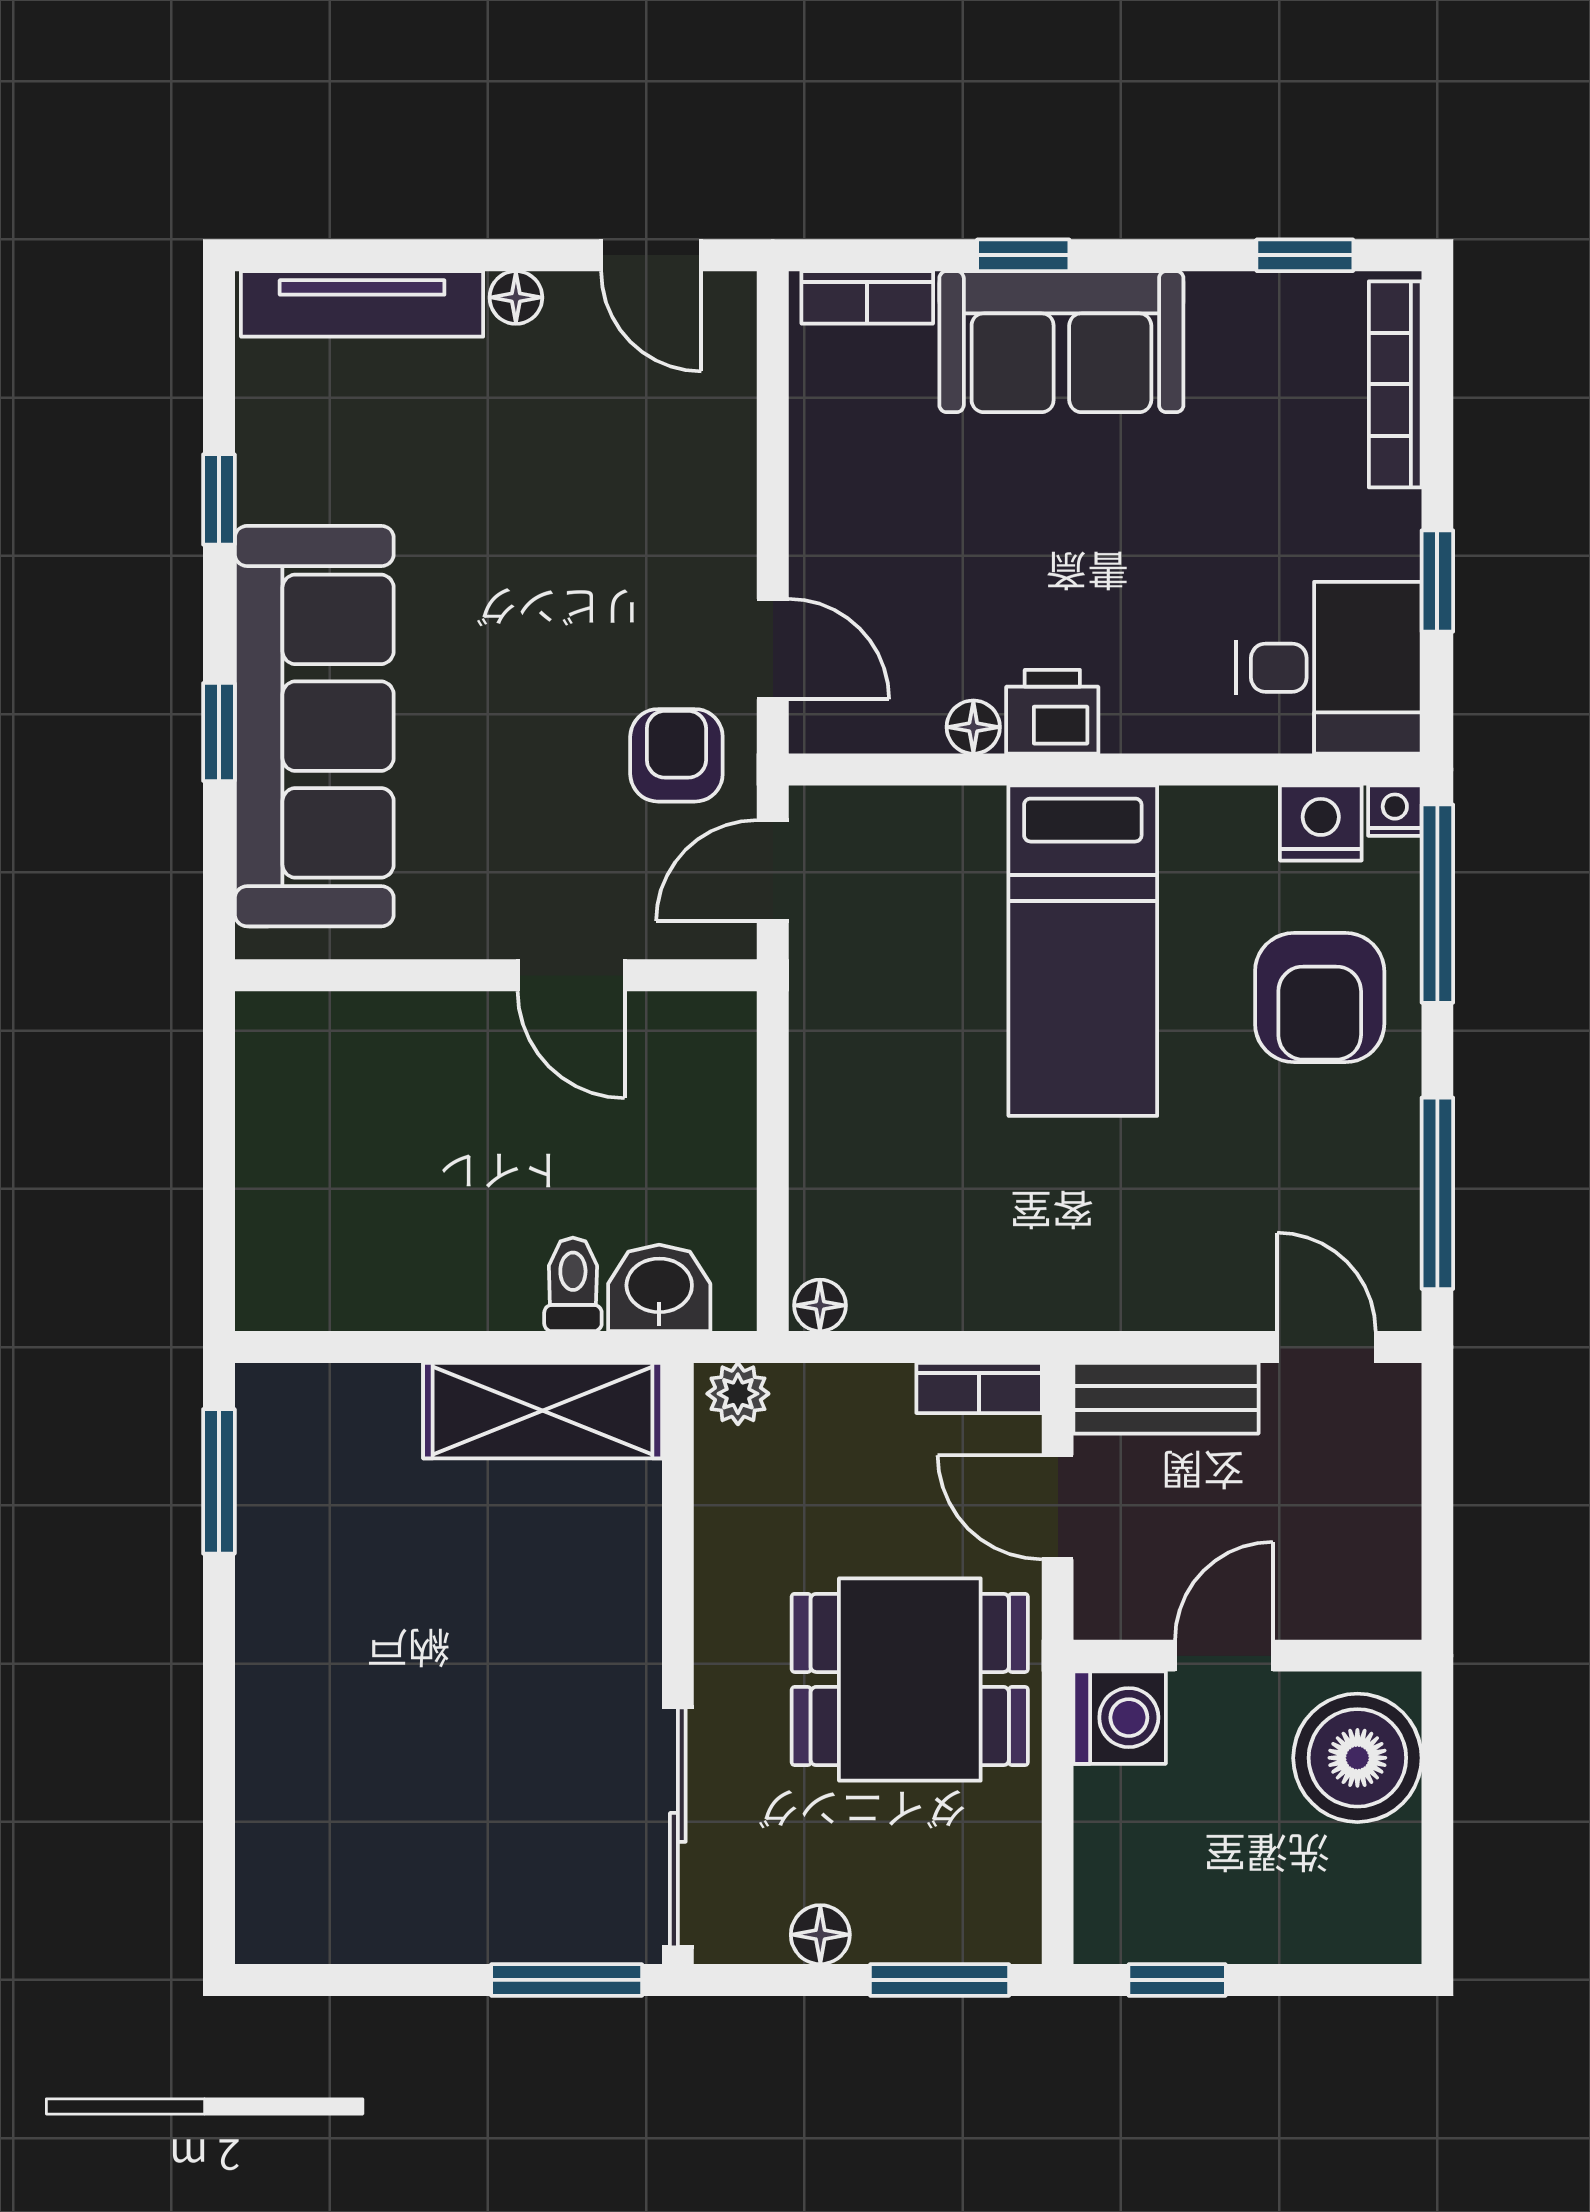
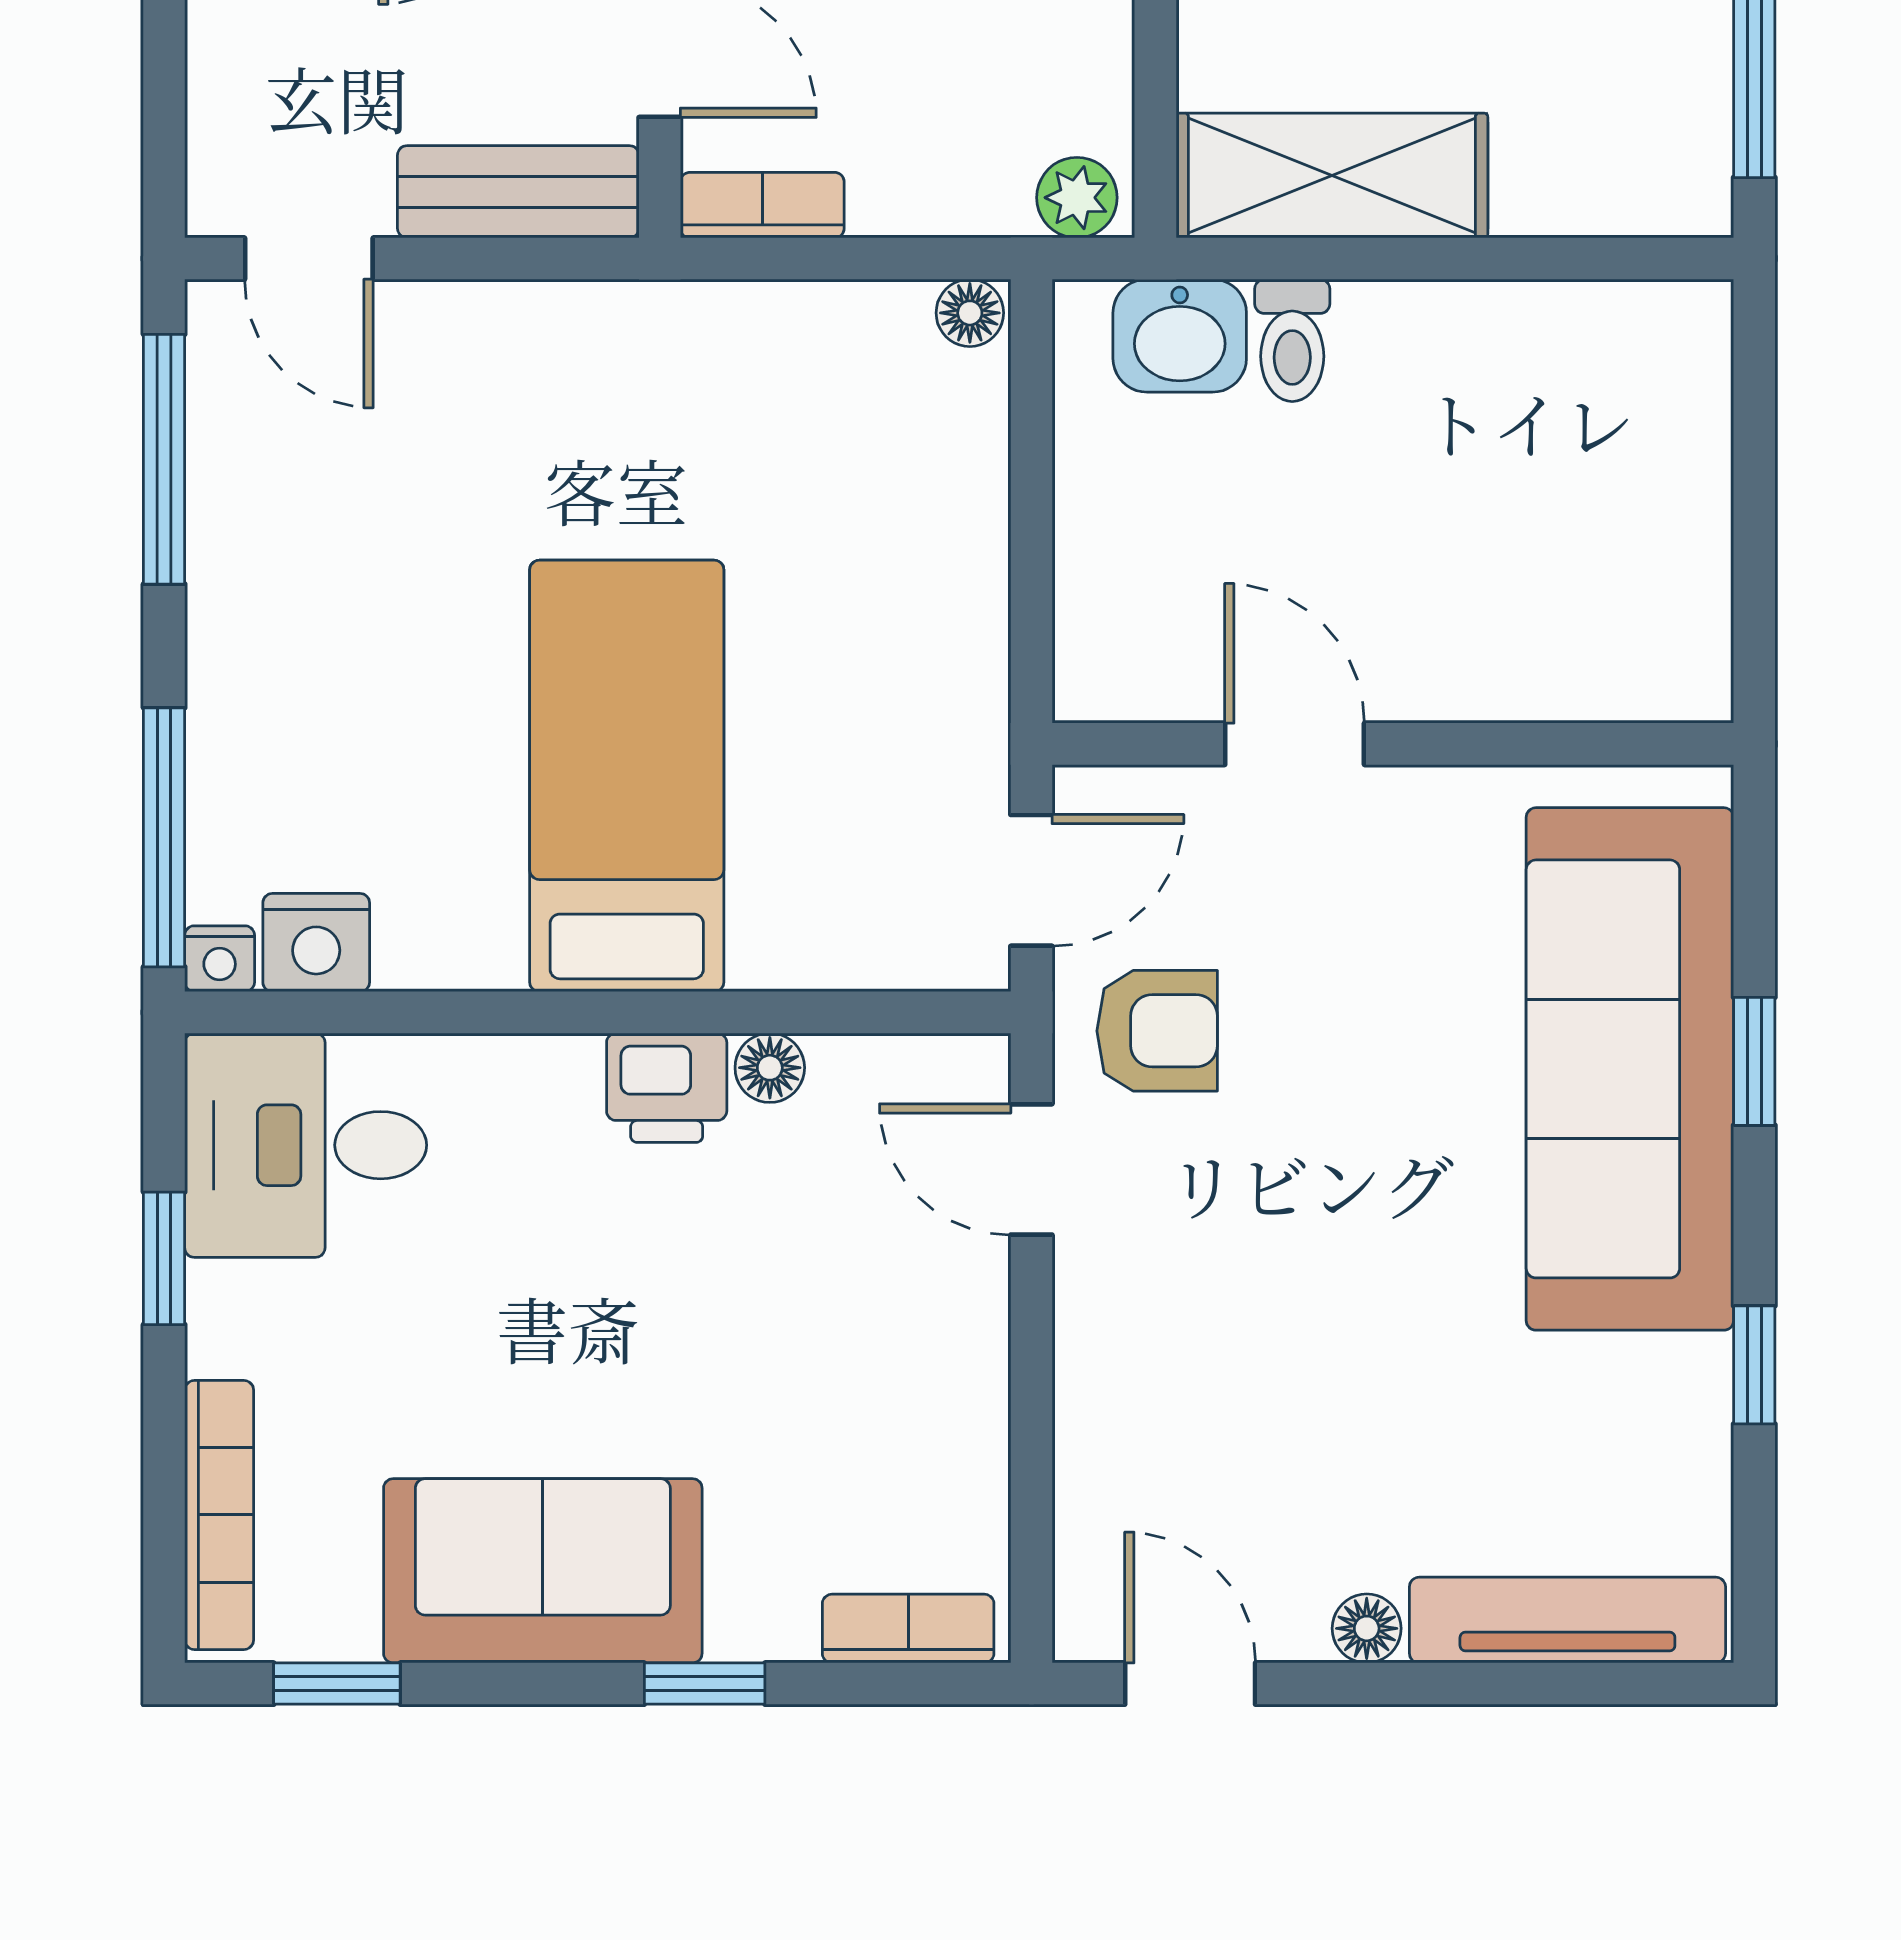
sofa: (1061, 342) -> (543, 1571), moved
armchair: (676, 755) -> (1157, 1031), turned -90
armchair: (1320, 998) -> (318, 715), removed

